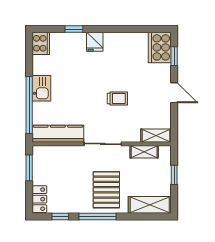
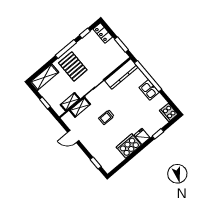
cooker: (160, 47) -> (129, 146), moved, turned -90
door: (174, 93) -> (73, 137), moved
shelving: (156, 136) -> (80, 107), moved

